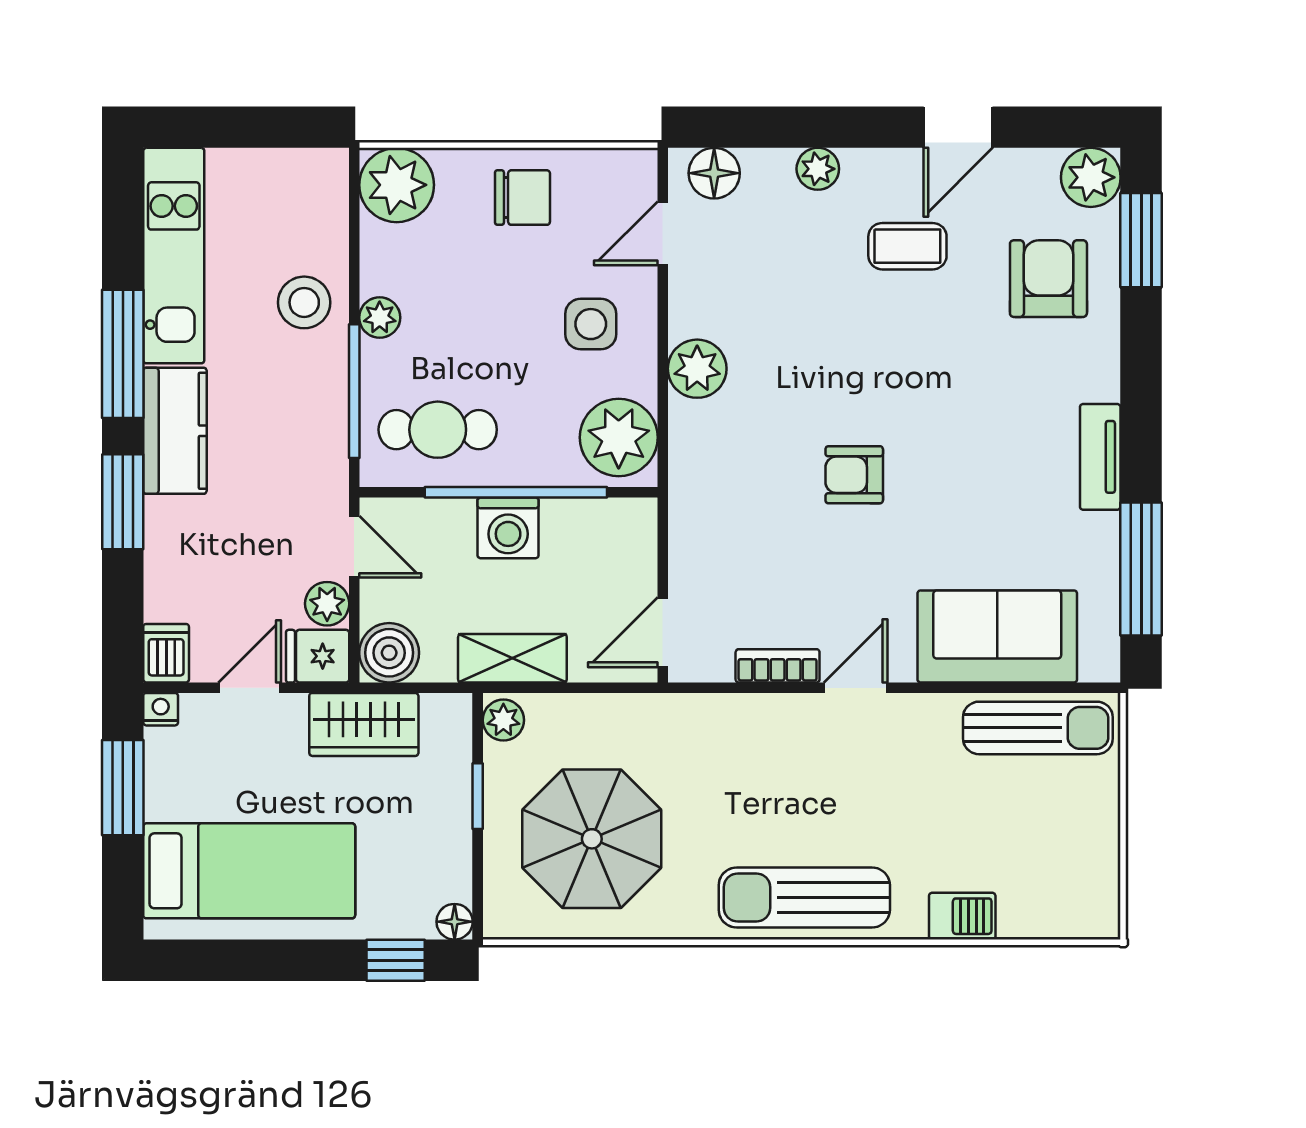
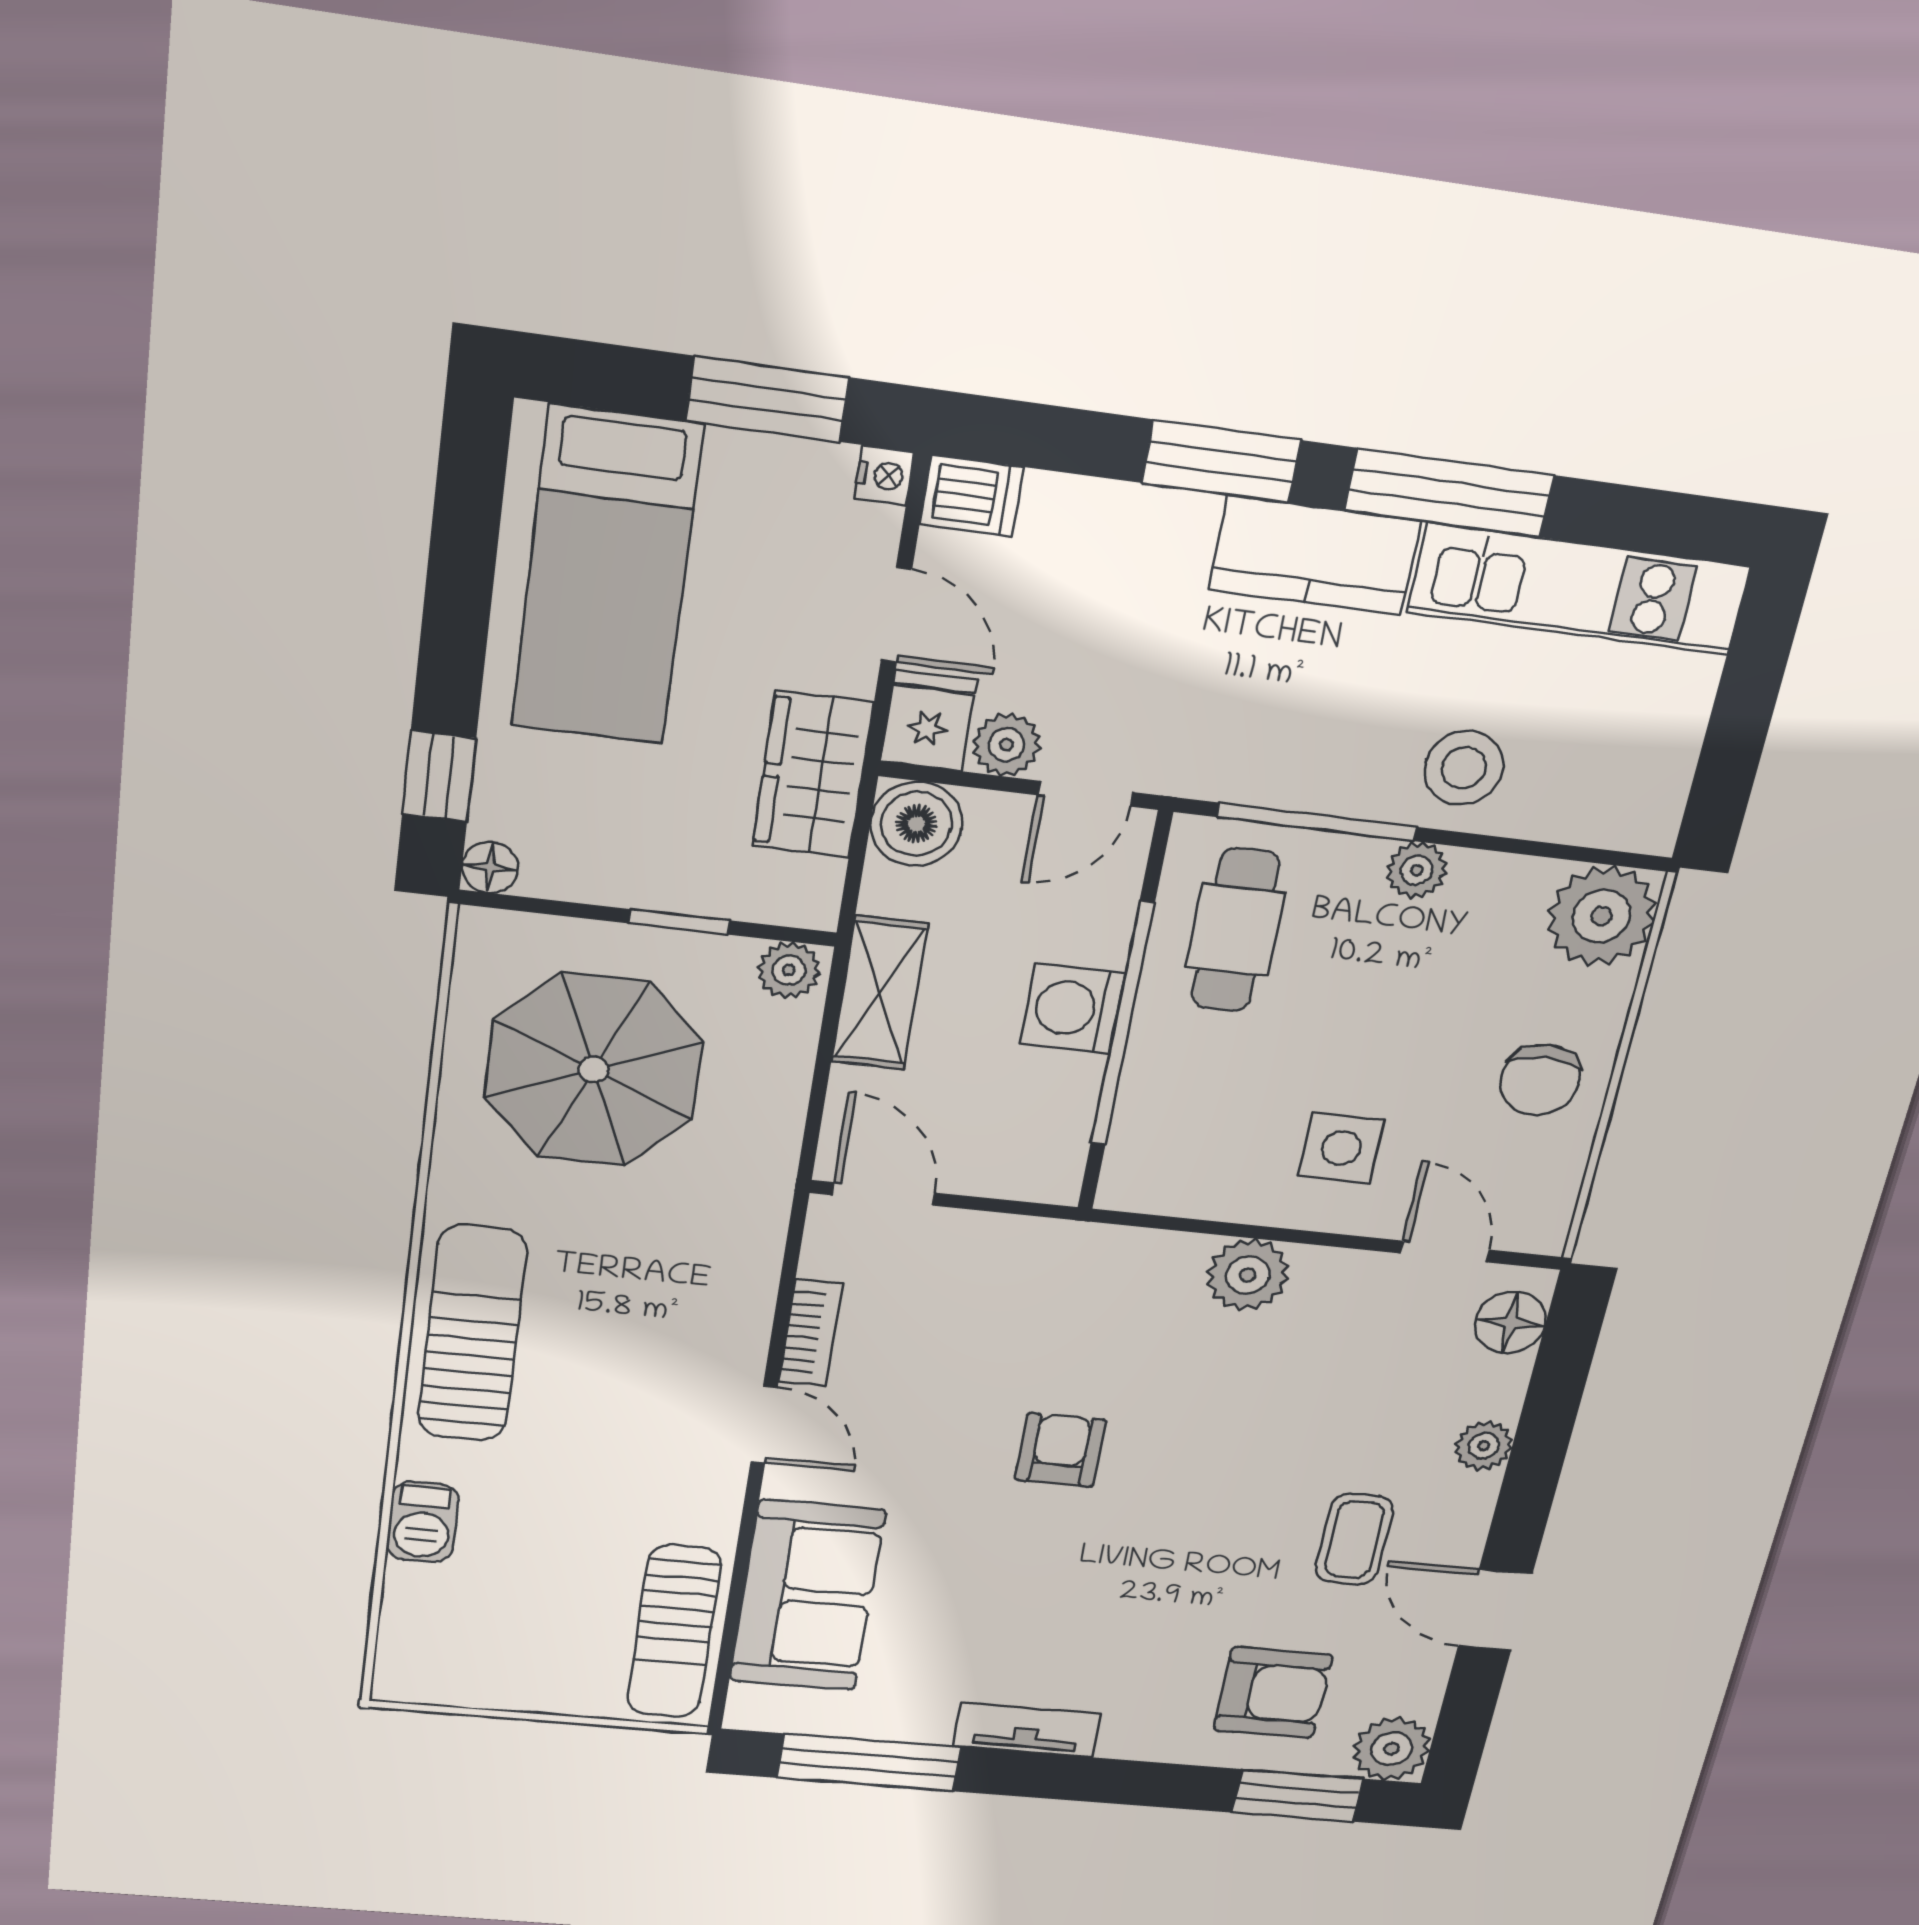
plant: (619, 437) -> (1173, 1167), removed

